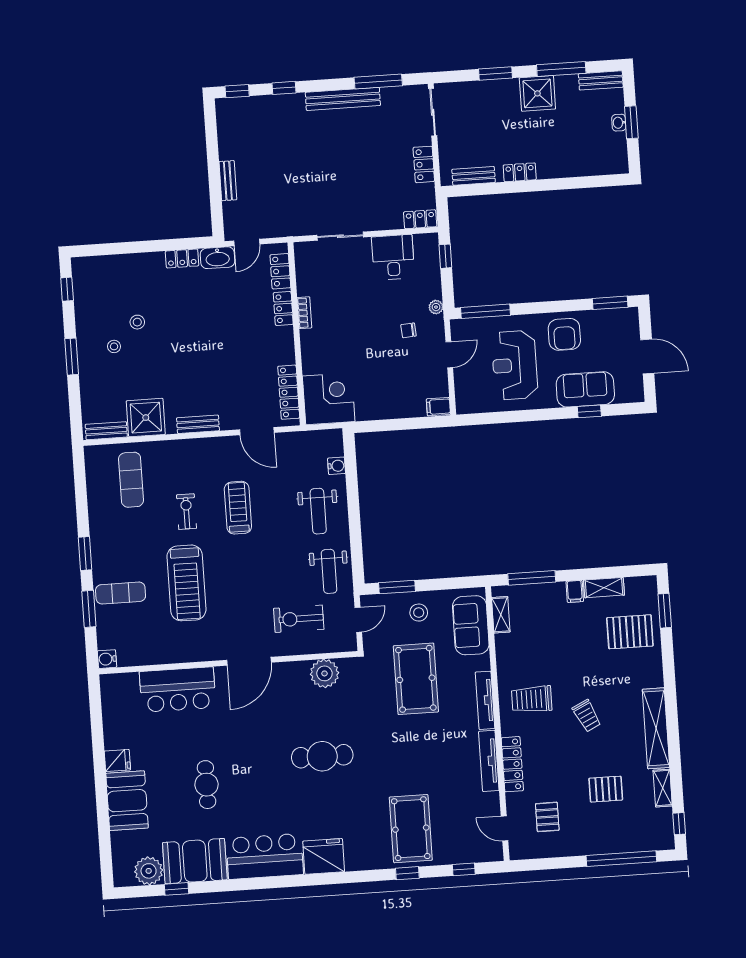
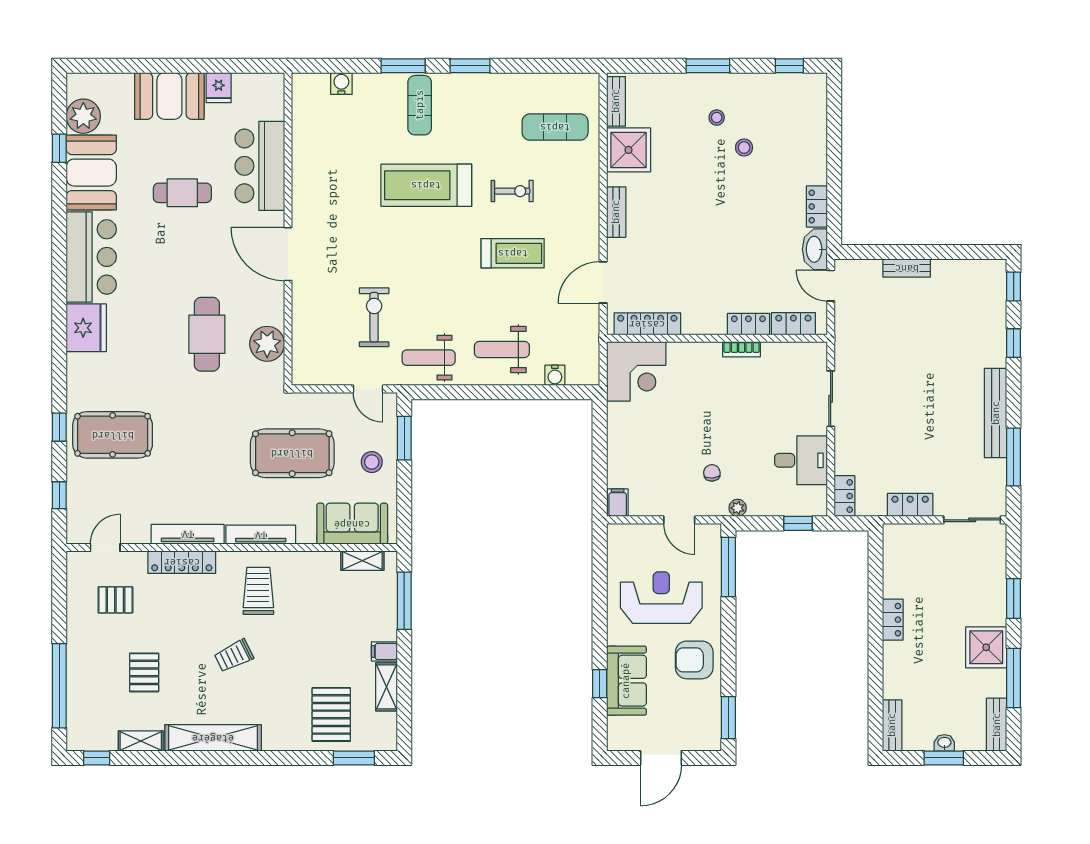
bench: (474, 176) -> (892, 725), moved
door: (249, 661) -> (288, 254), moved
wall: (228, 663) -> (288, 229), moved
plant: (324, 673) -> (267, 344), moved
bar counter: (178, 690) -> (260, 166), moved

